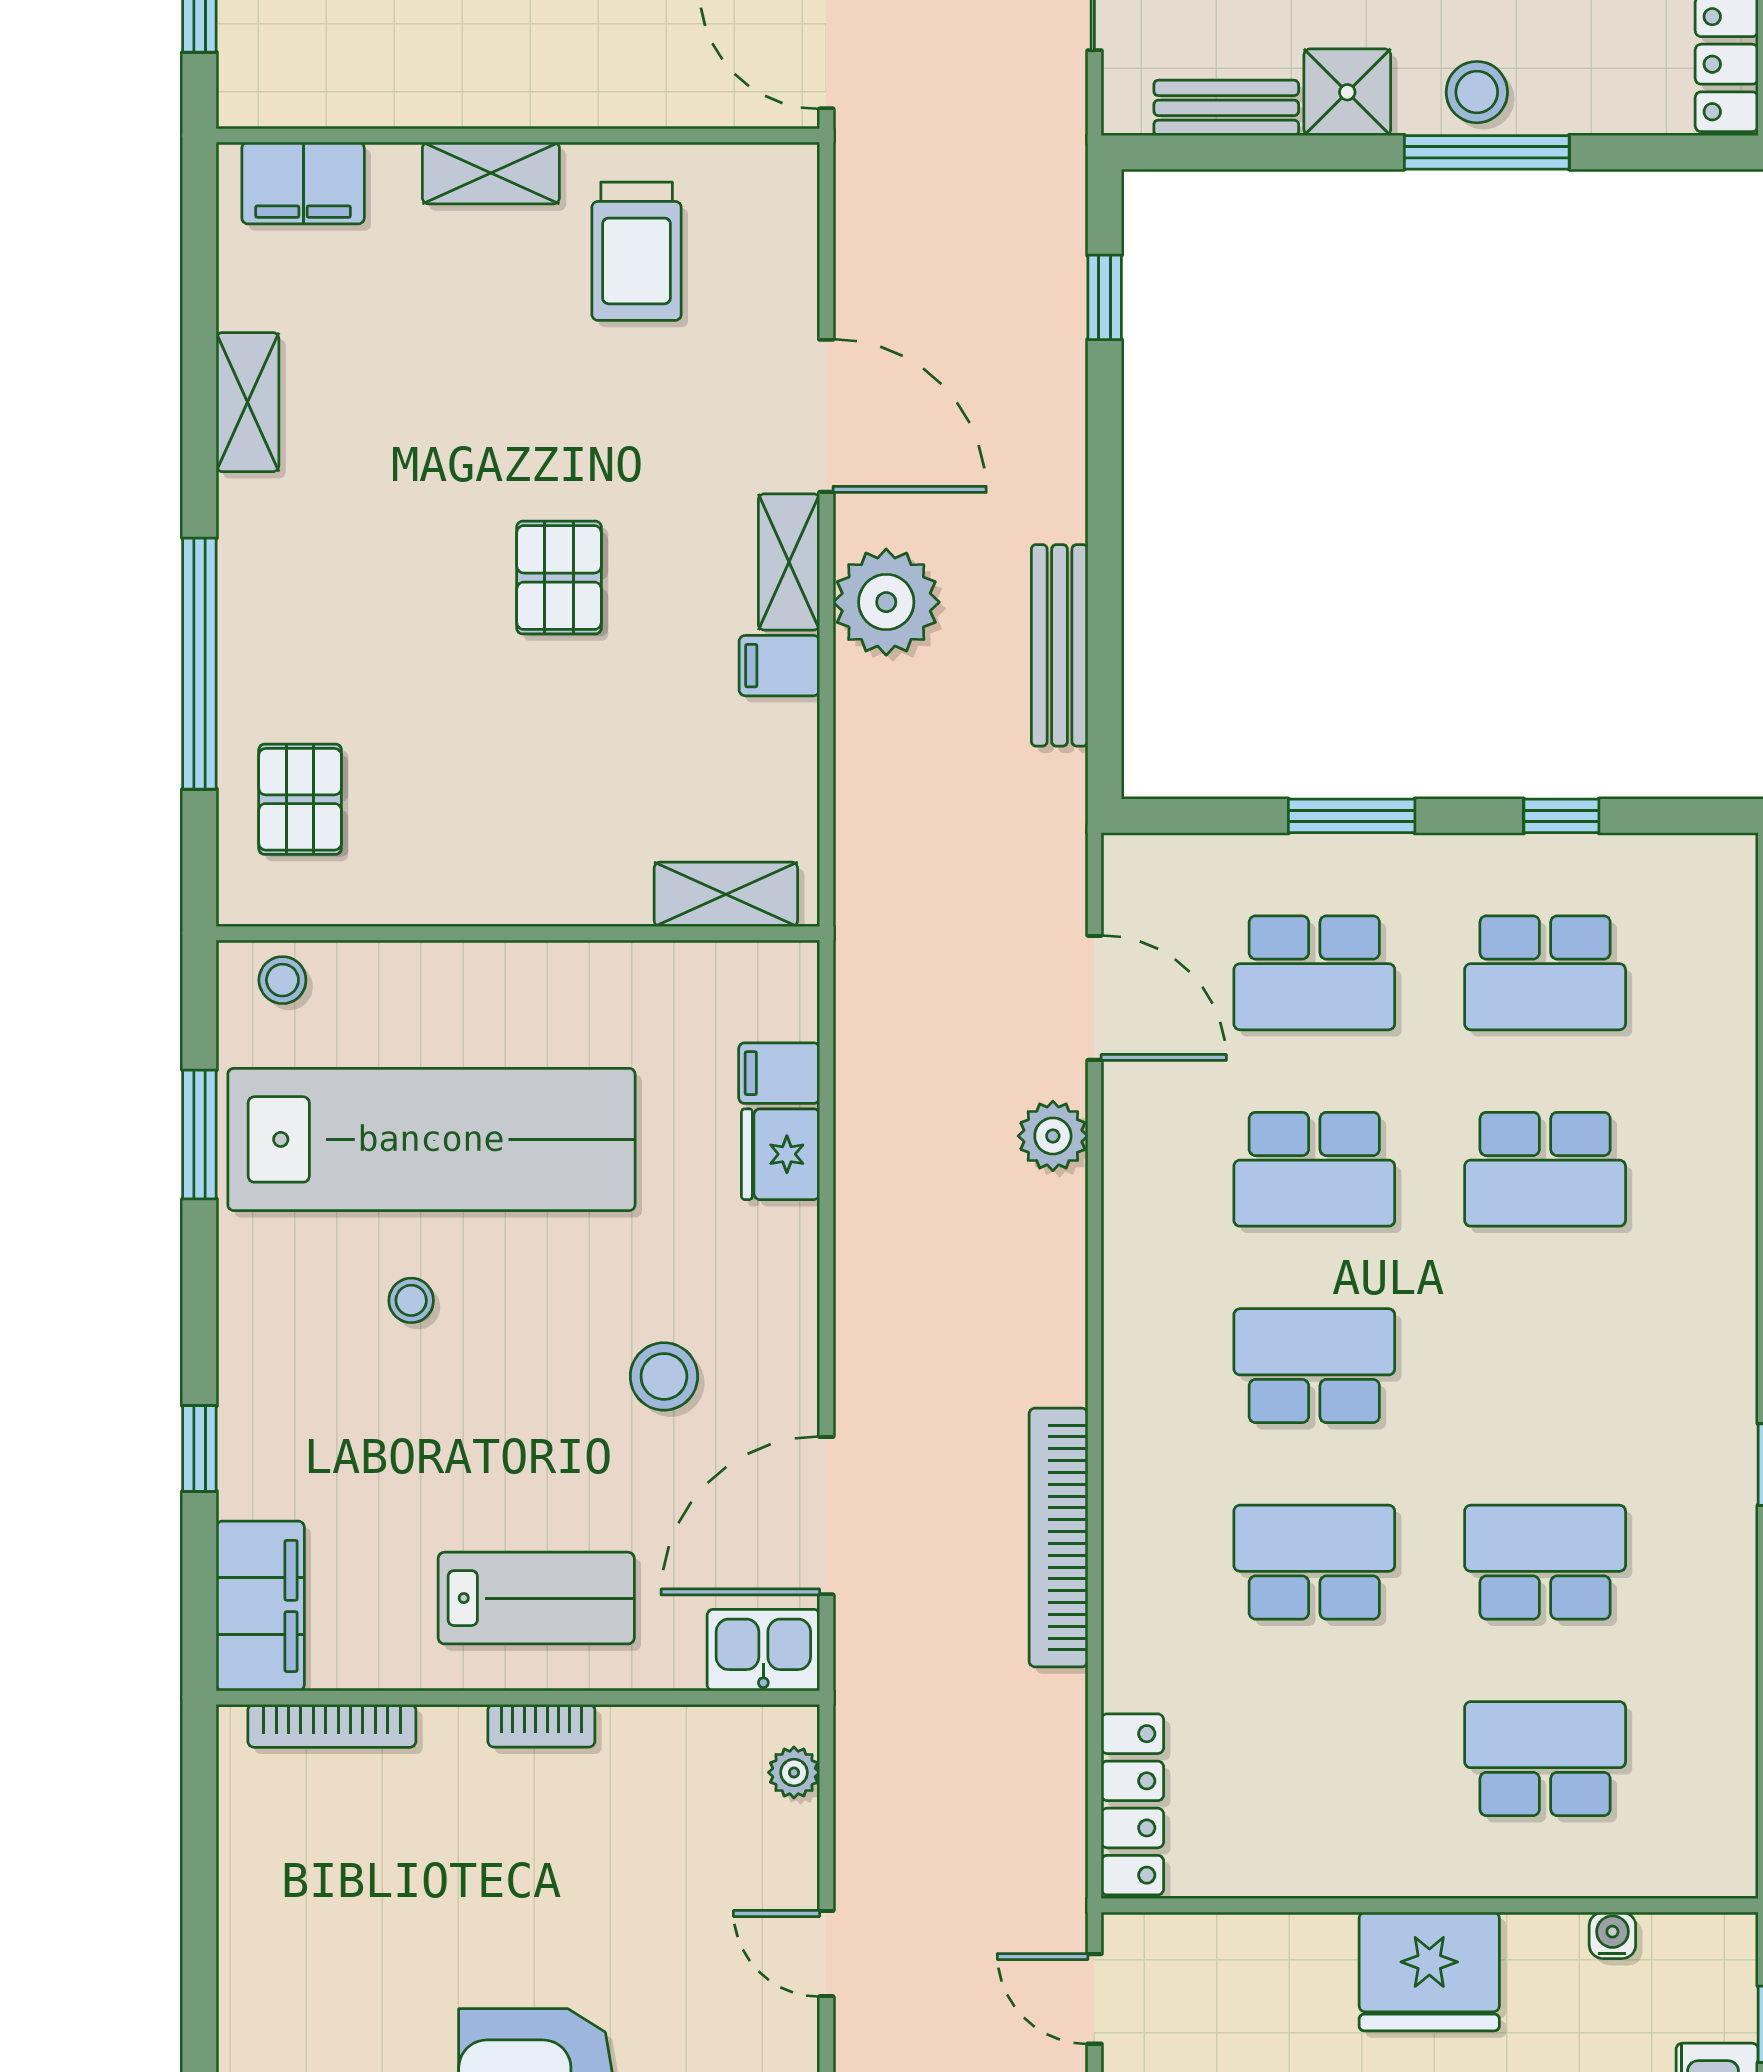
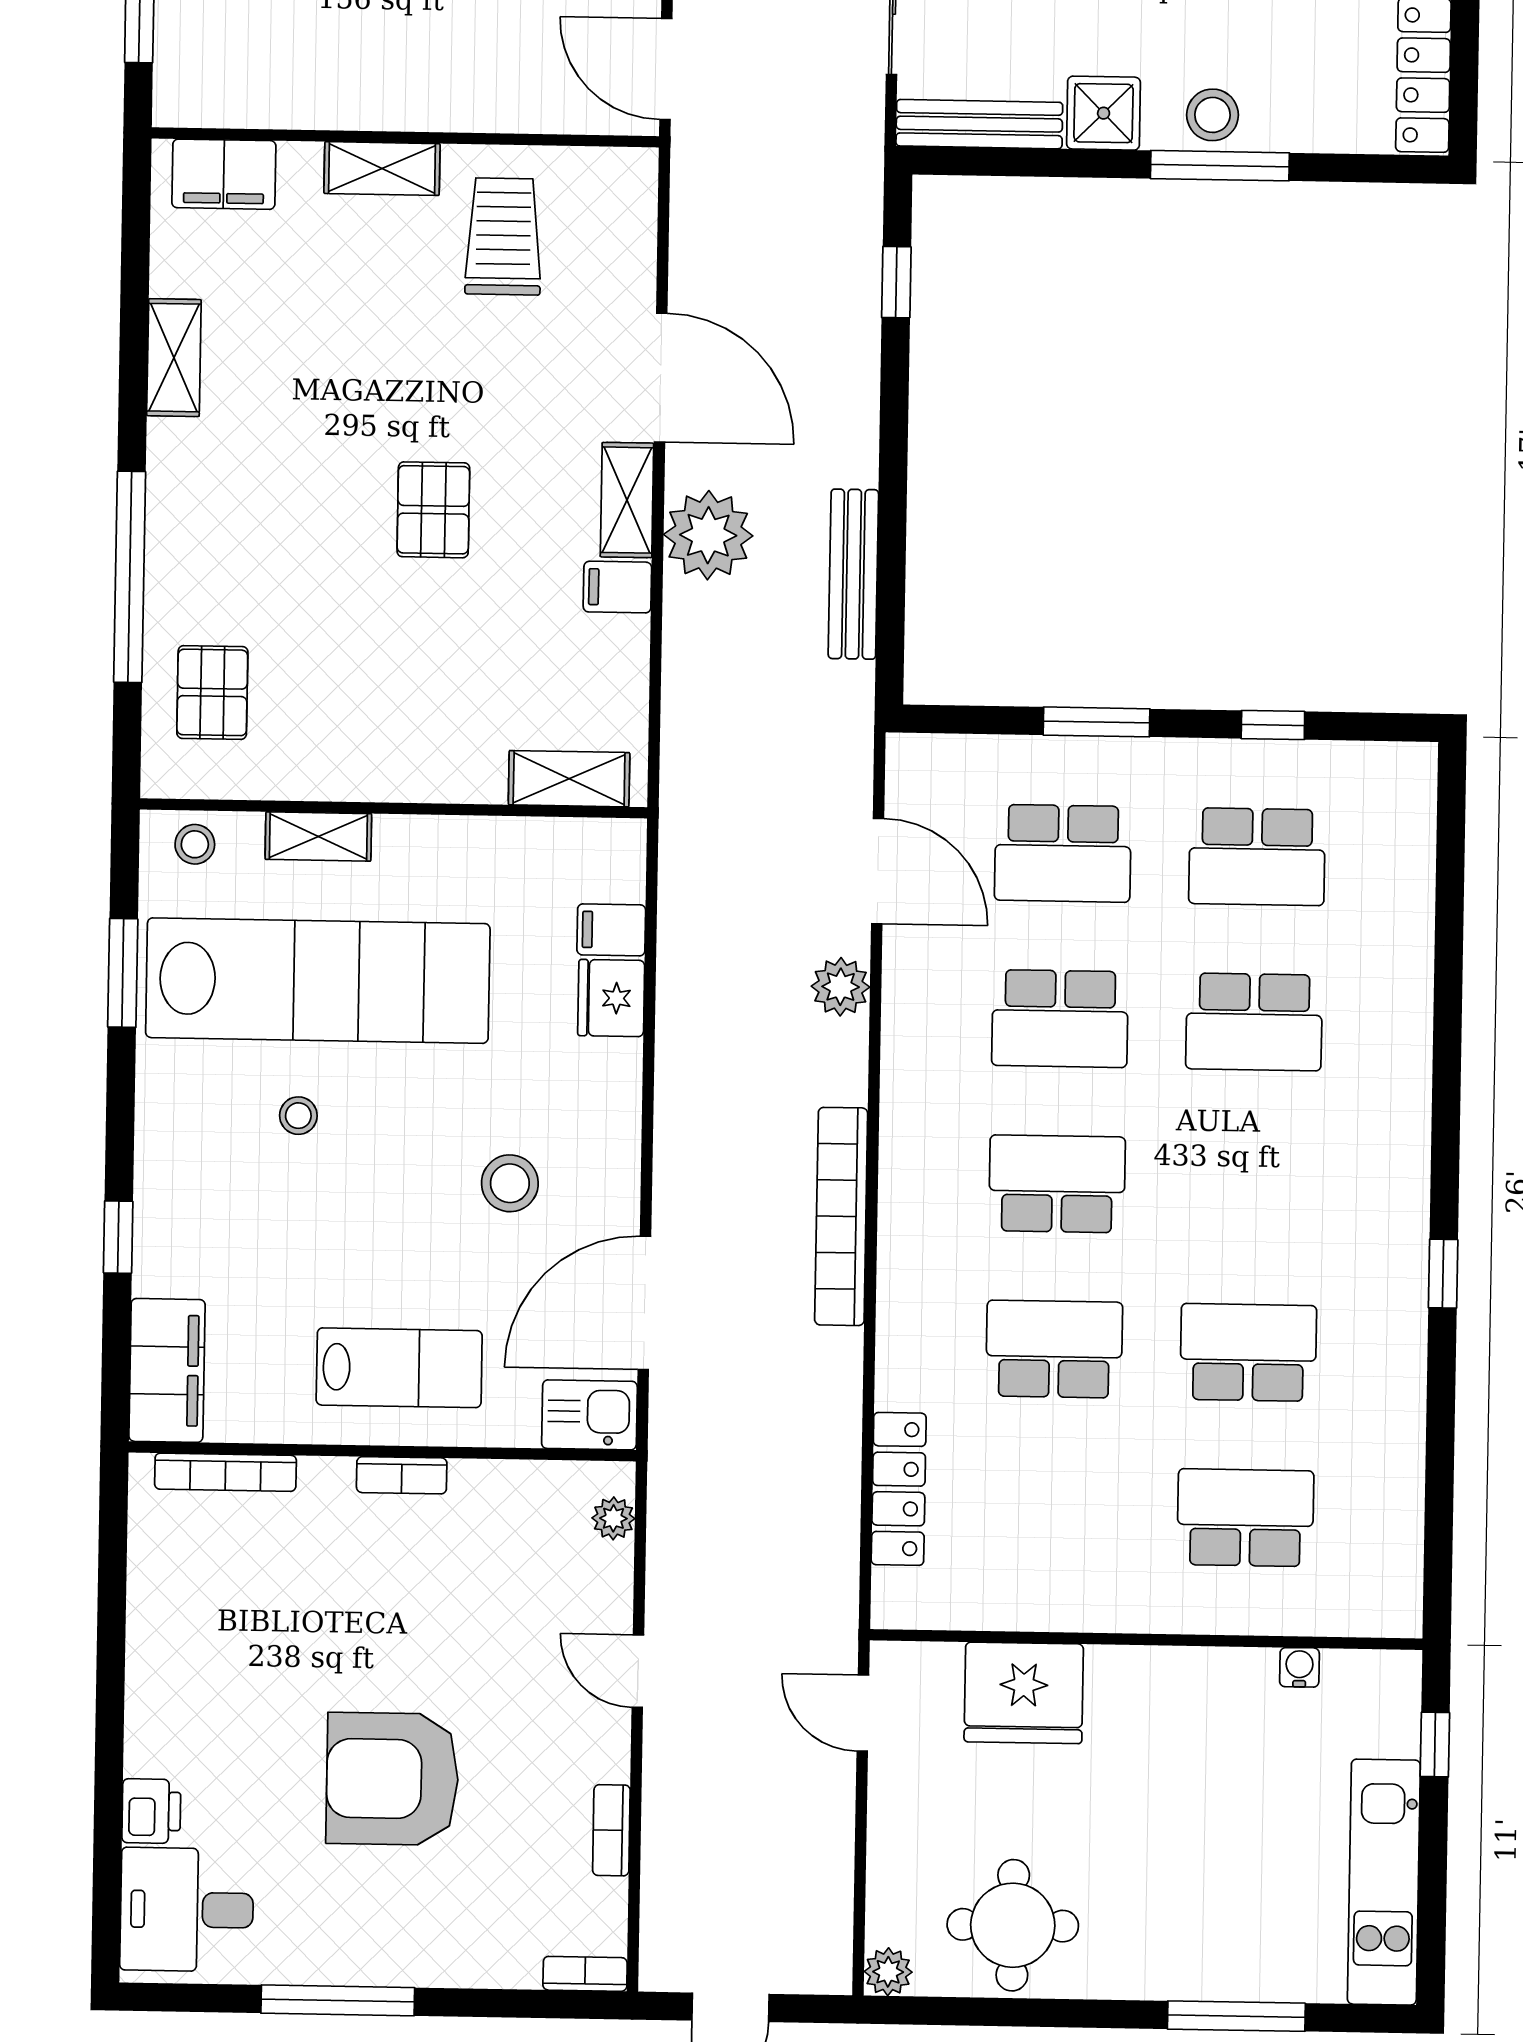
bench: (1226, 108) -> (979, 124), width x1.36
trolley: (637, 251) -> (503, 236), turned 180
shelving: (429, 968) -> (318, 837), added
bookcase: (1058, 1538) -> (841, 1216), moved
locker: (1132, 1804) -> (899, 1489), moved
fridge: (1429, 1971) -> (1024, 1693), moved

